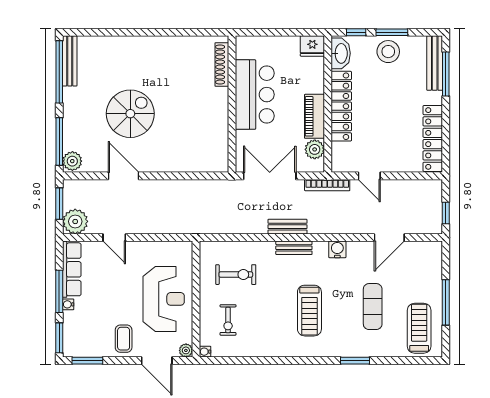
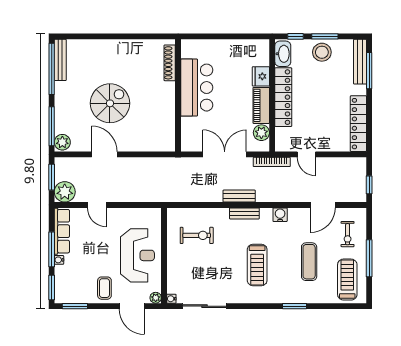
fridge: (312, 46) -> (261, 76), moved, turned 90
shoe rack: (222, 64) -> (170, 63), moved
bar counter: (255, 95) -> (197, 88), moved
wall: (232, 104) -> (178, 95), moved
exercise bike: (228, 320) -> (348, 234), moved
sliding door: (245, 361) -> (205, 306), added

